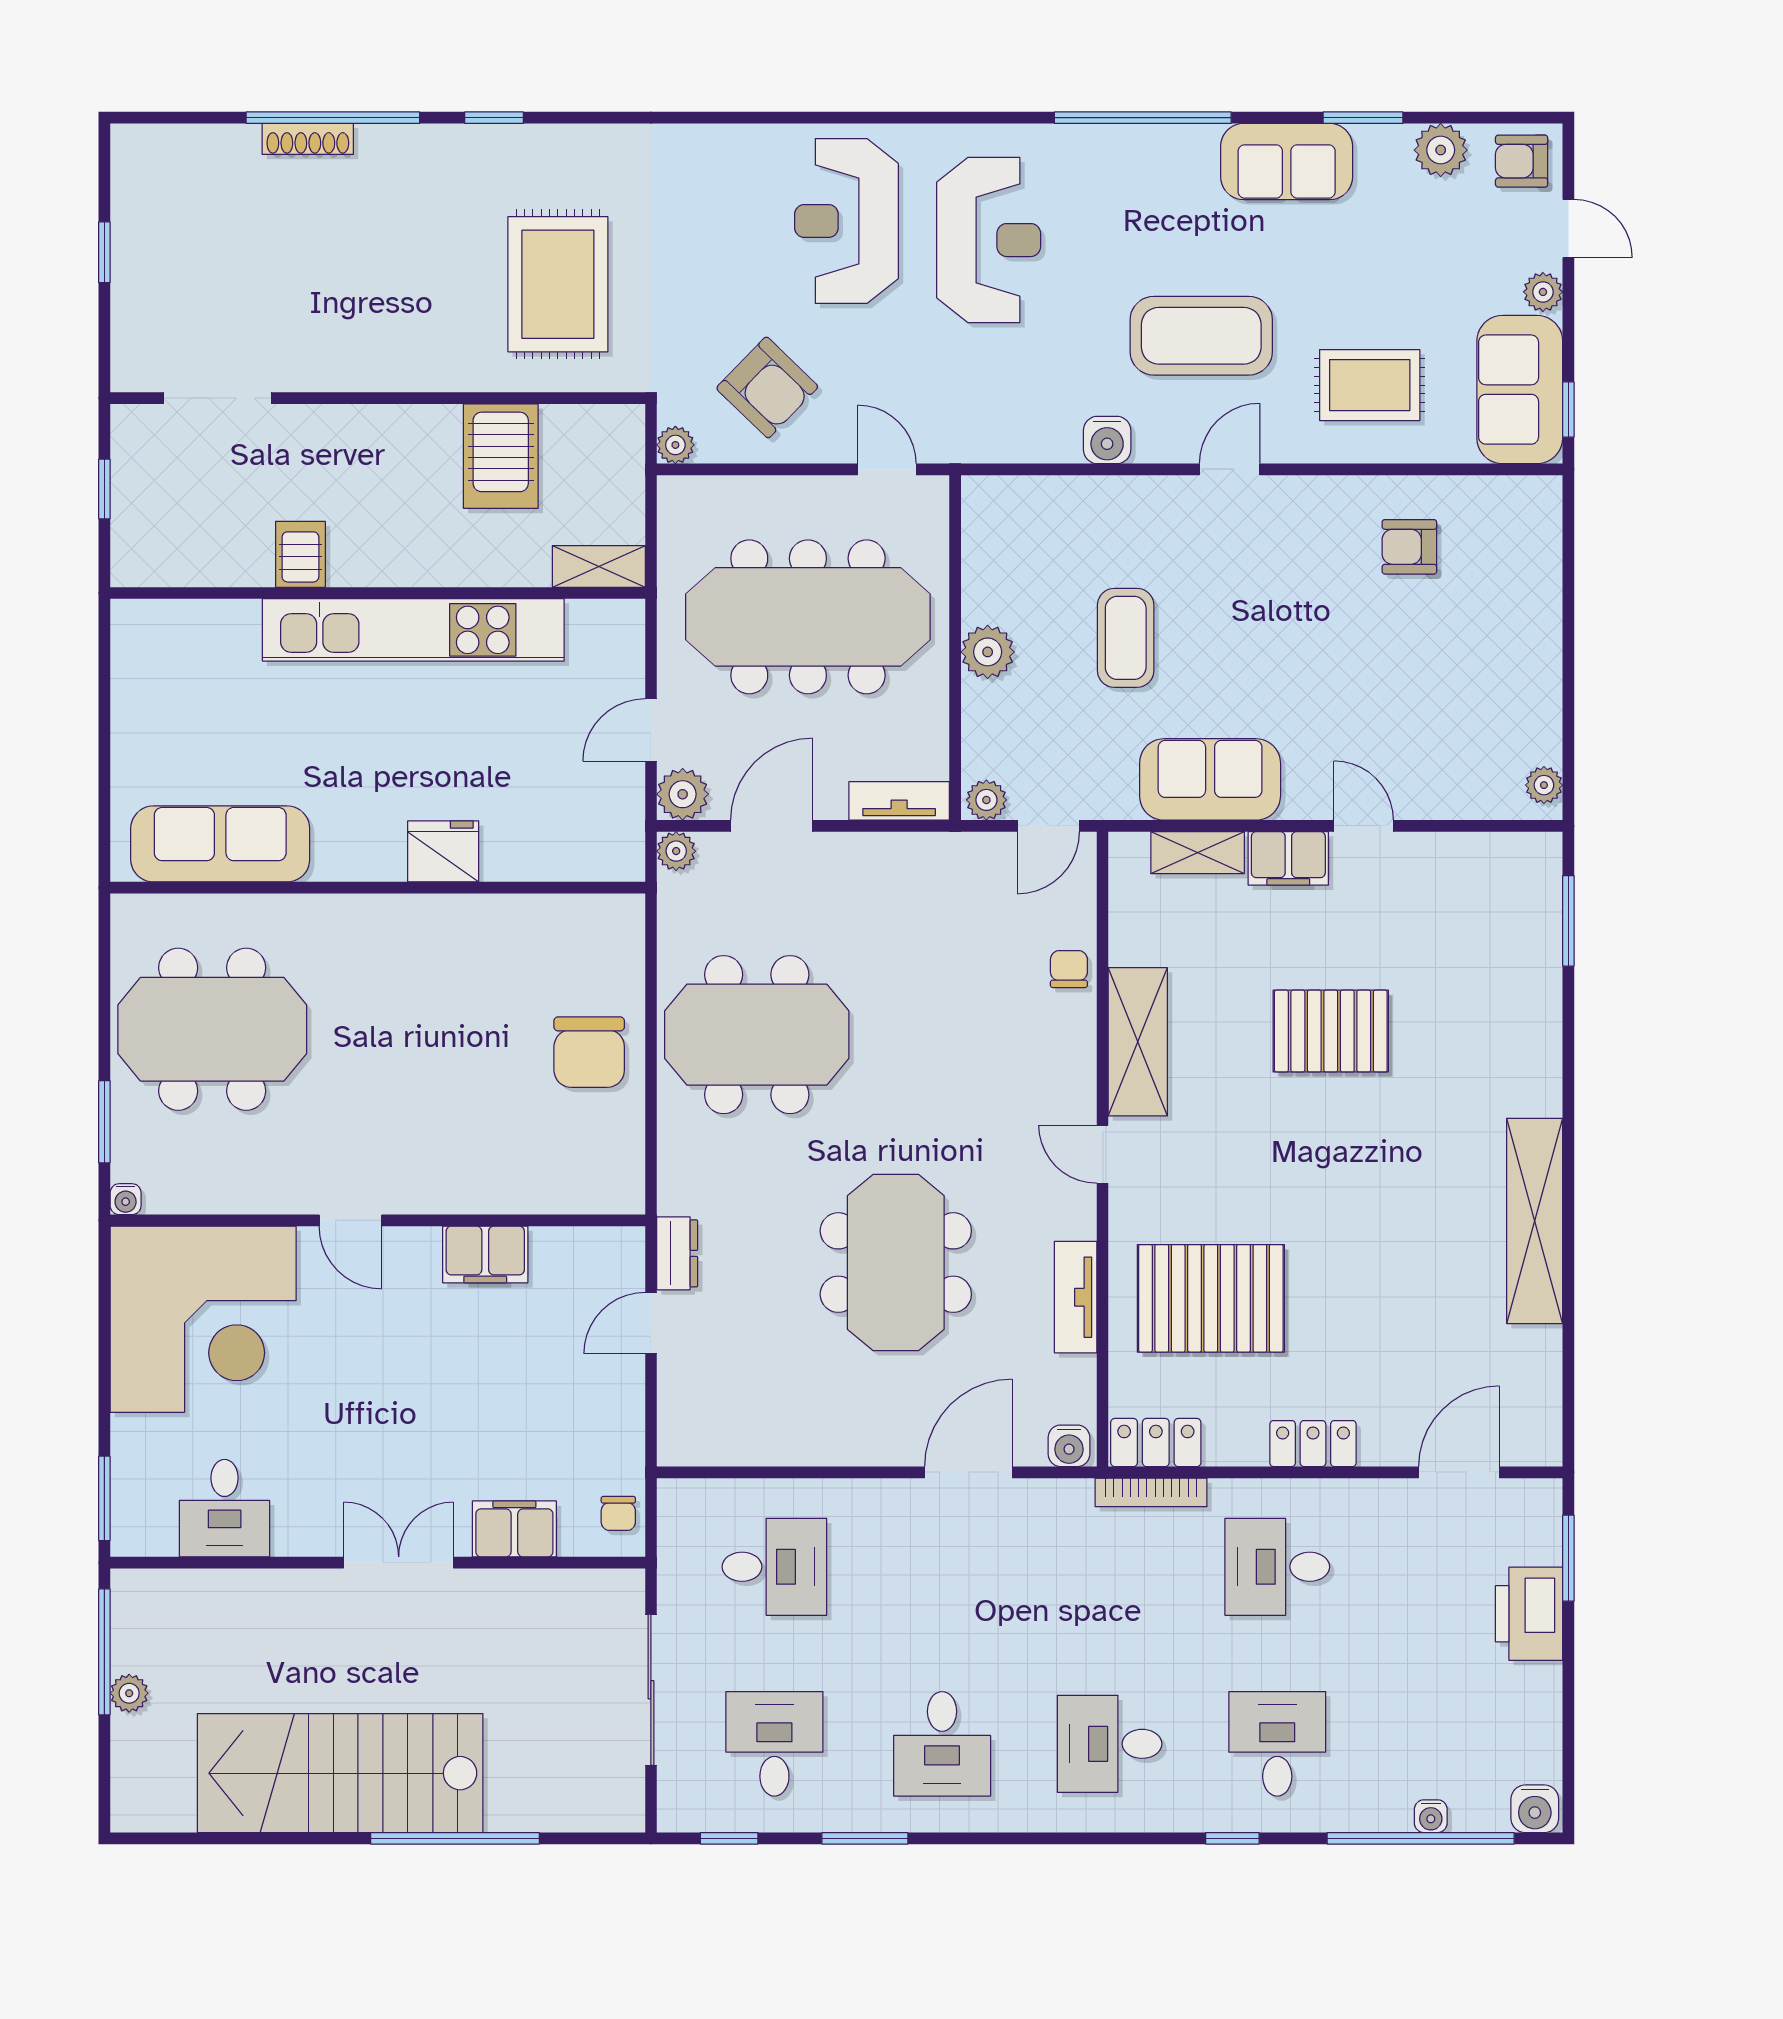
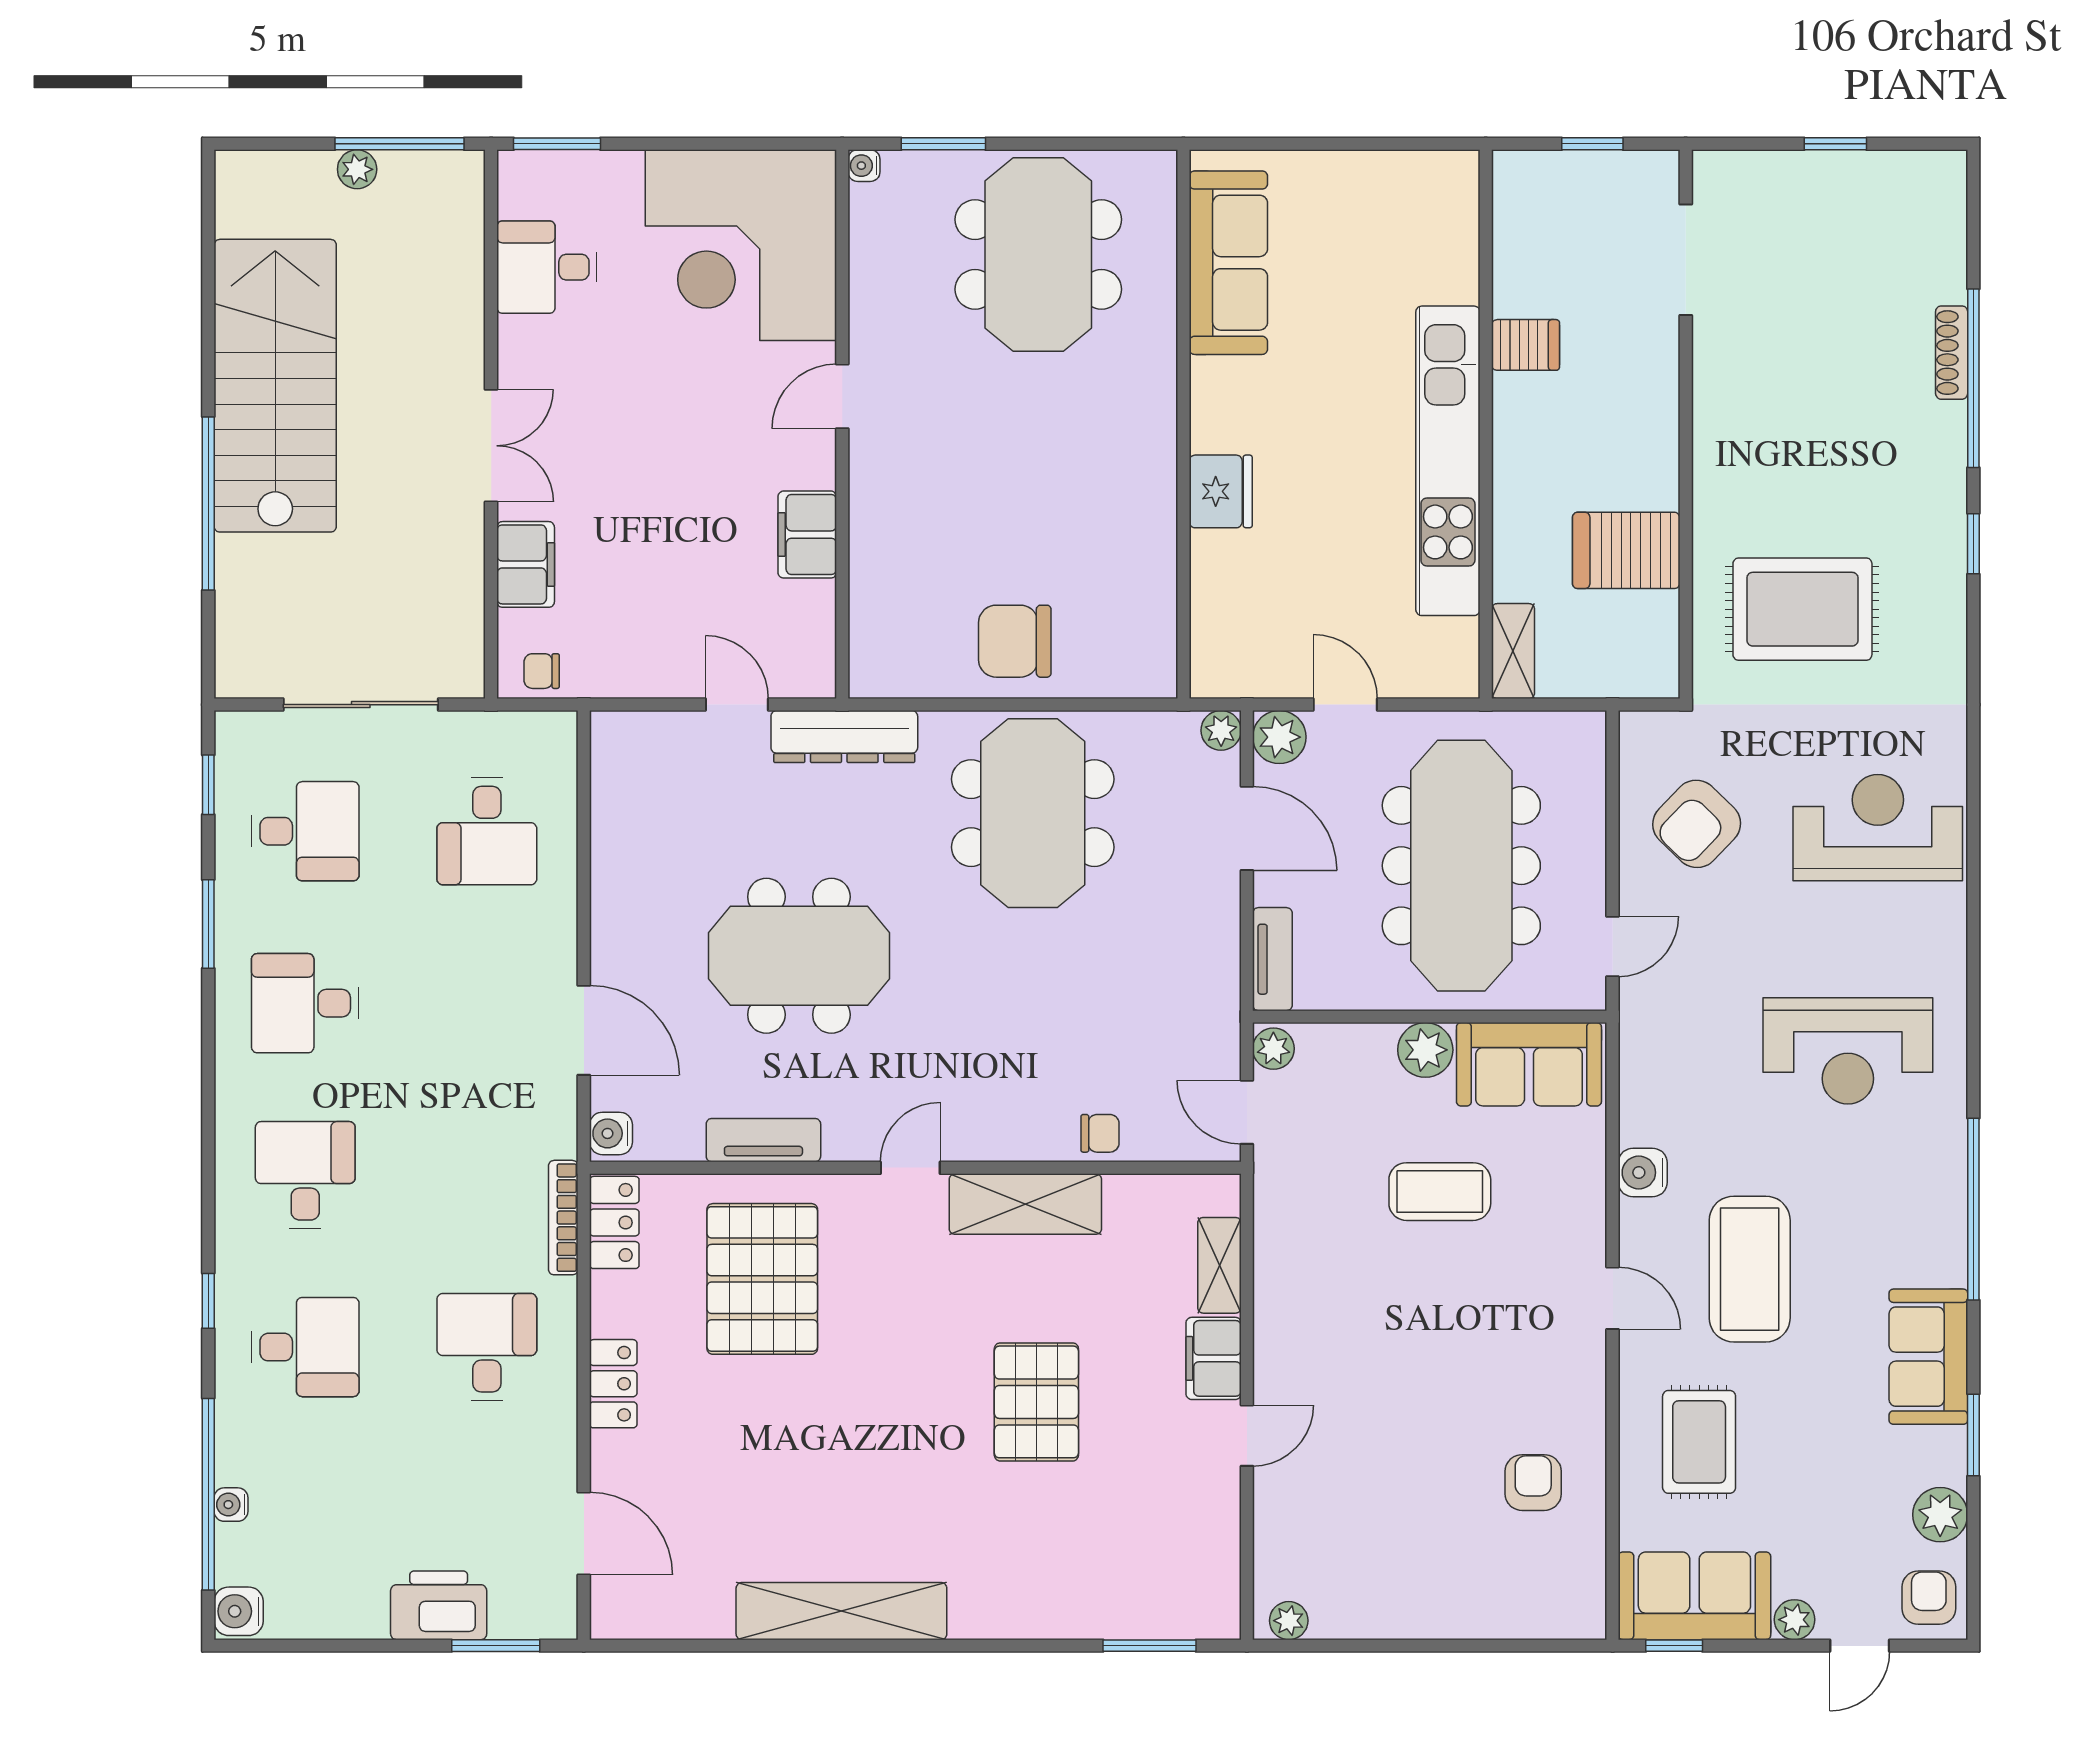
reception desk: (846, 221) -> (1878, 828), moved
plant: (675, 445) -> (1638, 730), removed
sofa: (1210, 779) -> (1529, 1064), moved, turned 90
dresser: (677, 1253) -> (844, 737), width x1.96, depth x1.24

